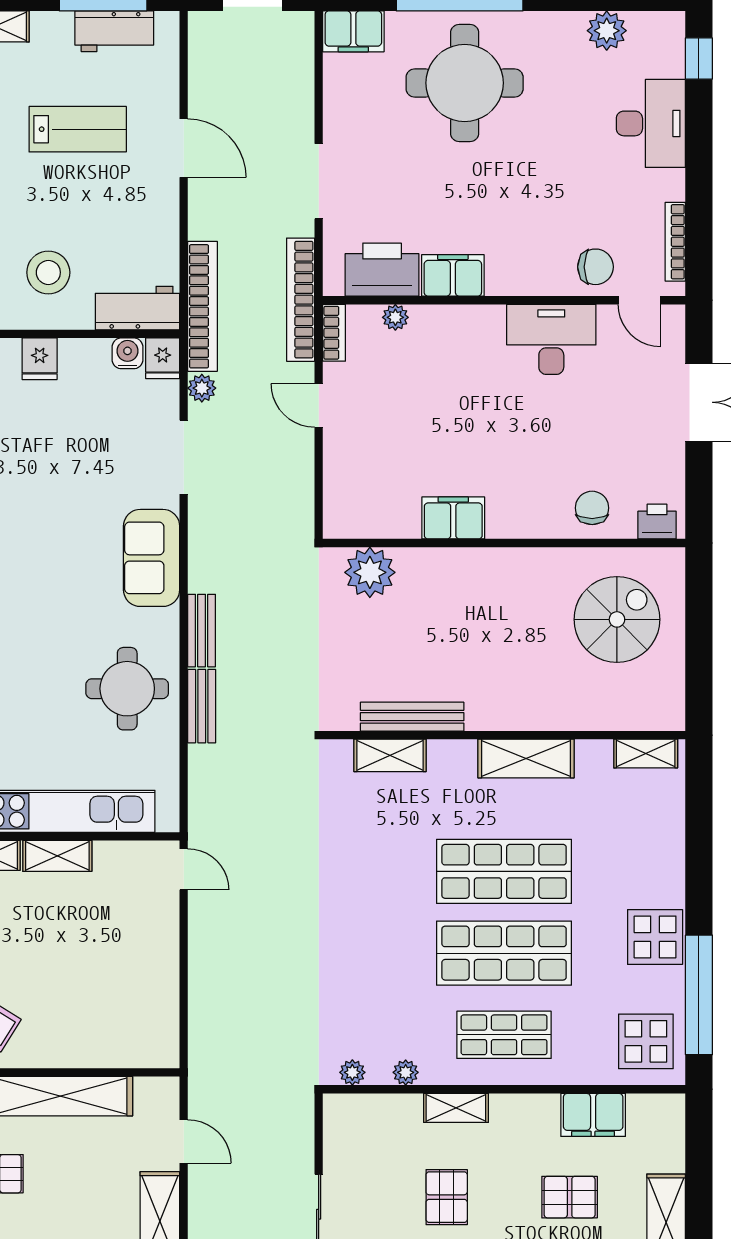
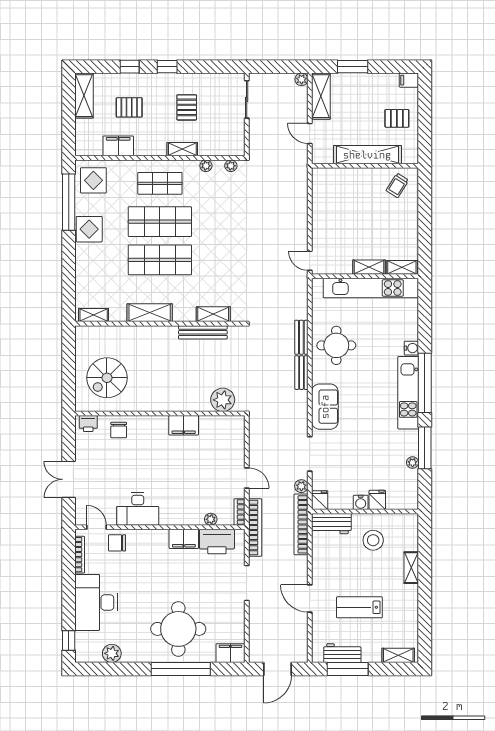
desk: (651, 123) -> (96, 602), width x1.36, depth x1.30
water cooler: (128, 353) -> (361, 502), moved

